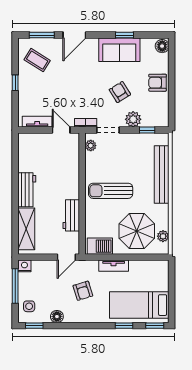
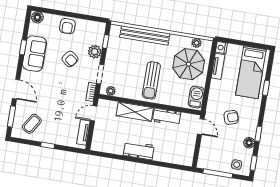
armchair: (120, 92) -> (70, 59), turned -110
shelving: (26, 229) -> (135, 112), moved
nightstand: (24, 266) -> (221, 48), moved
tv unit: (114, 266) -> (218, 66), moved
window: (155, 326) -> (258, 134), moved

